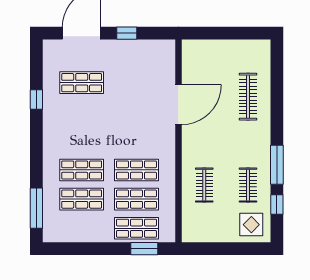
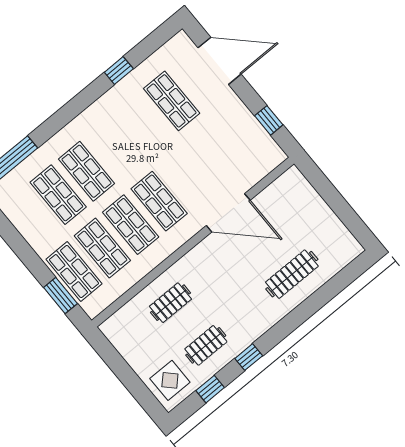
window: (127, 33) -> (269, 120), moved
shop shelf: (136, 141) -> (159, 201), added
window: (277, 165) -> (249, 357), width x0.46

